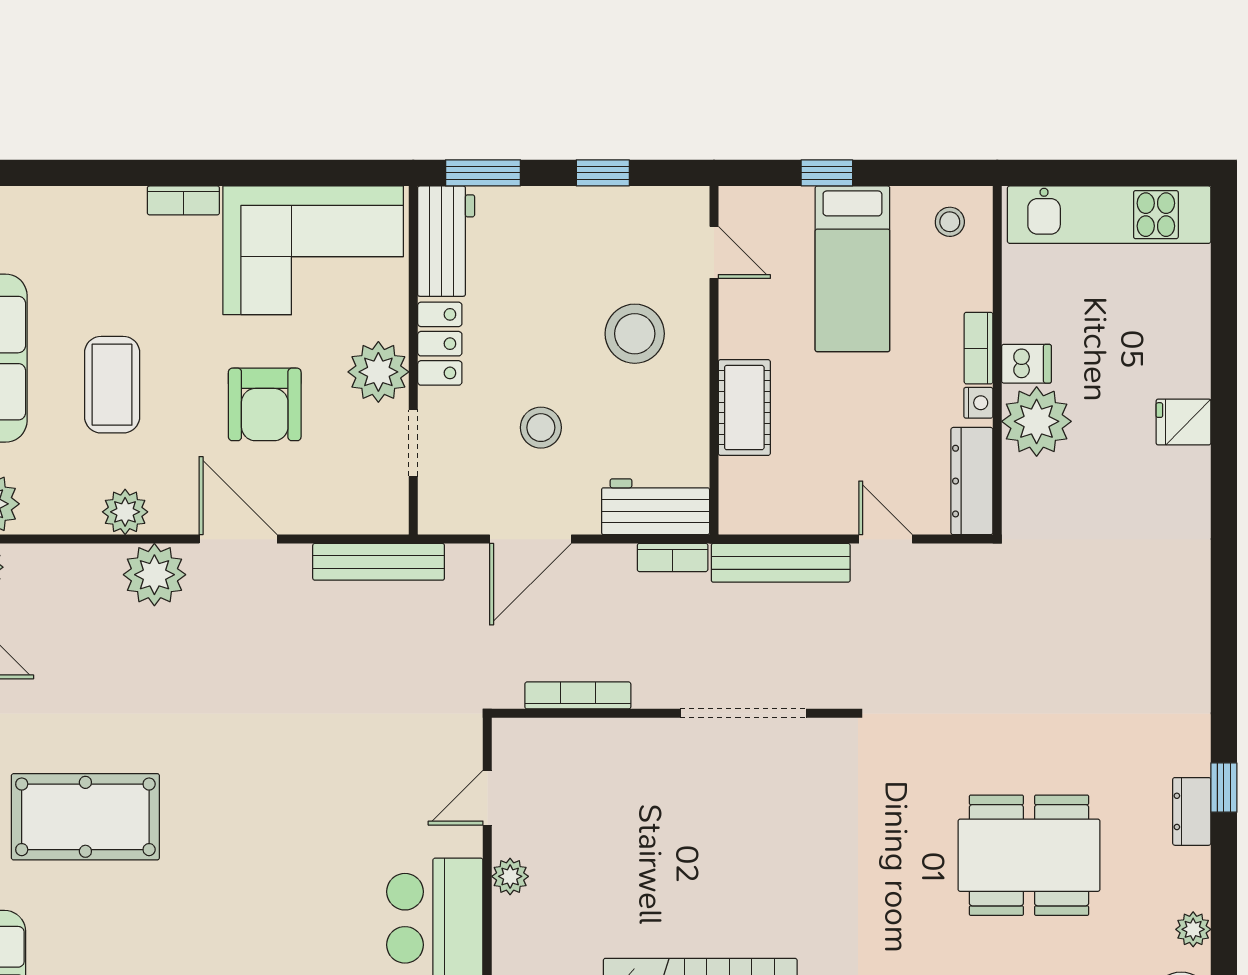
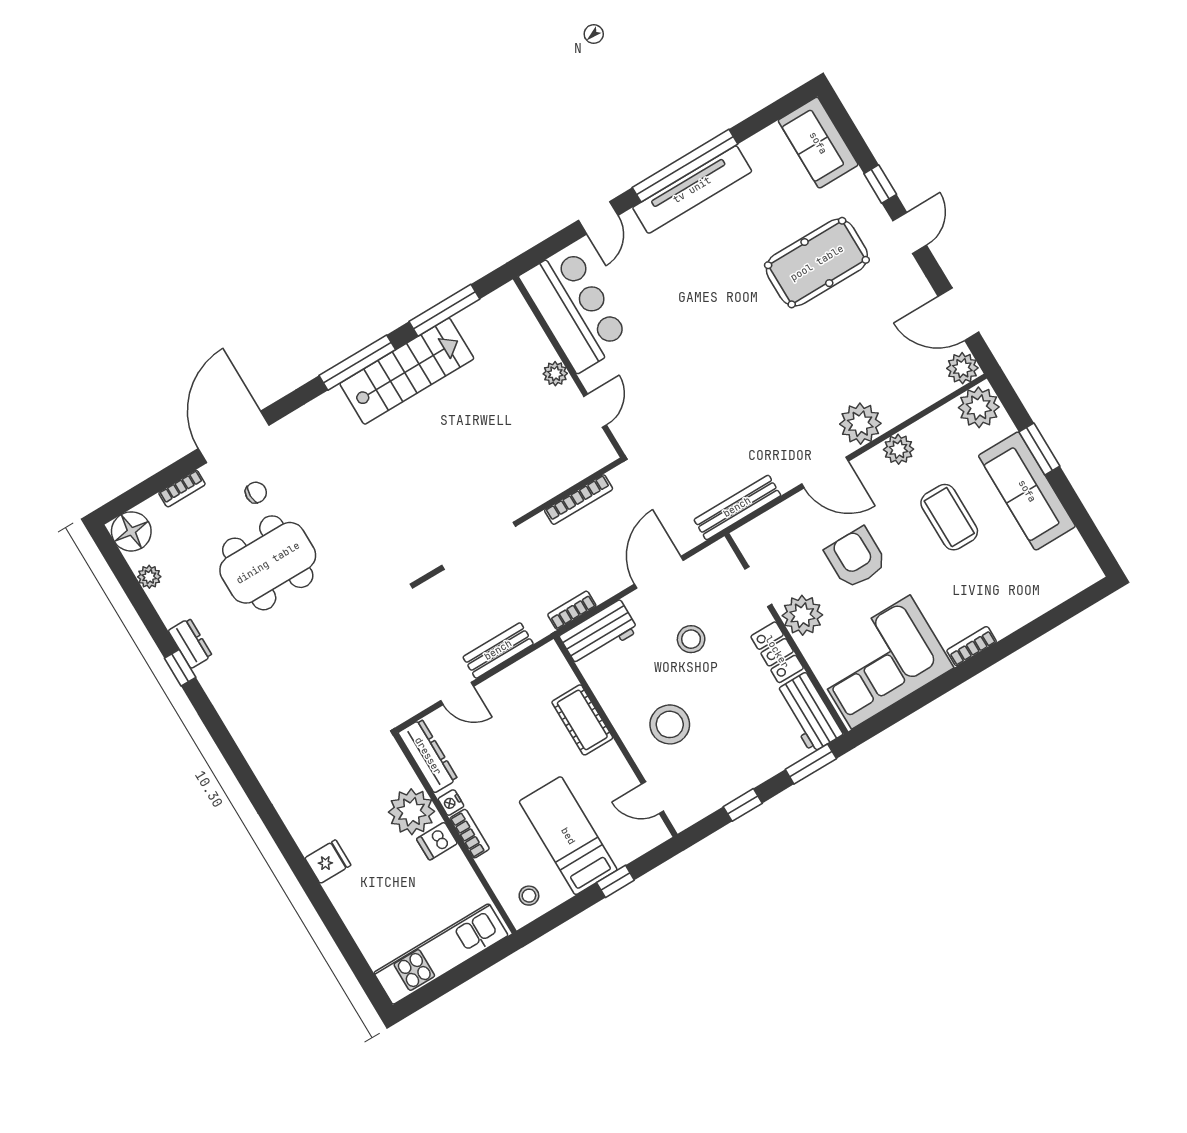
bench: (781, 563) -> (498, 650), width x0.73
chair: (990, 955) -> (256, 493), added

